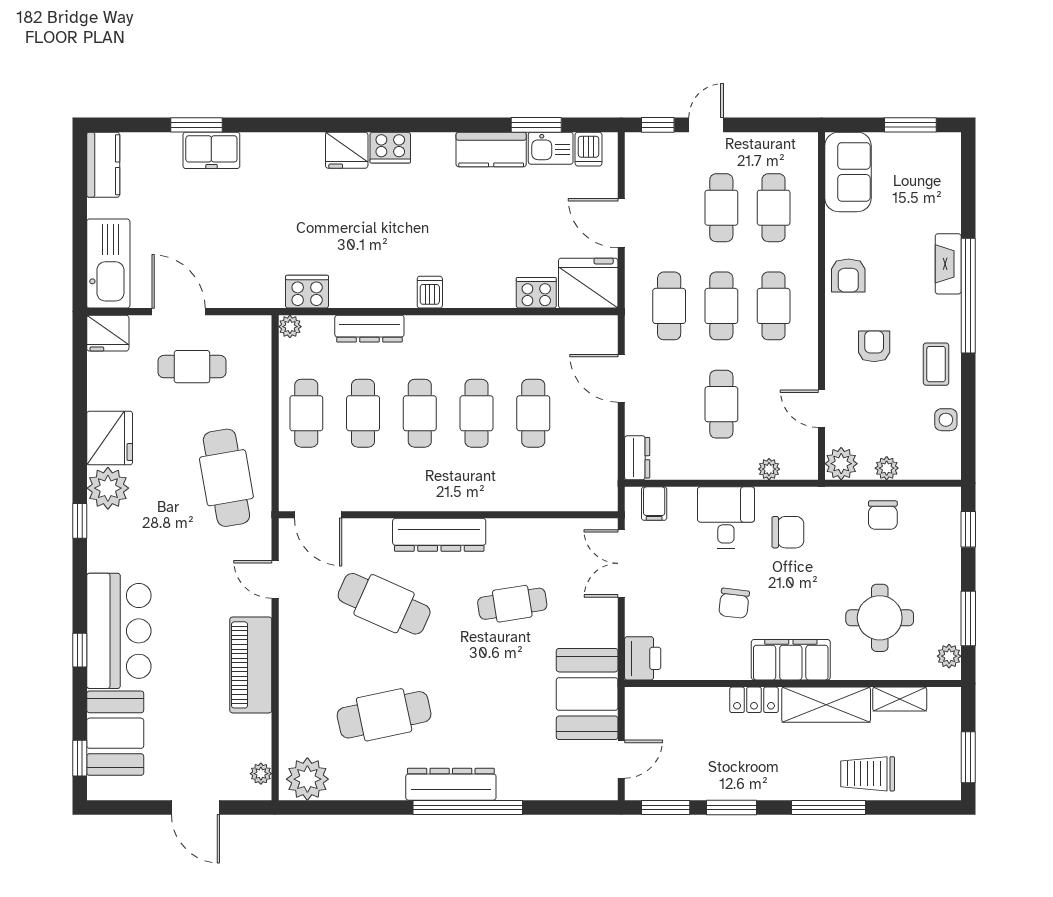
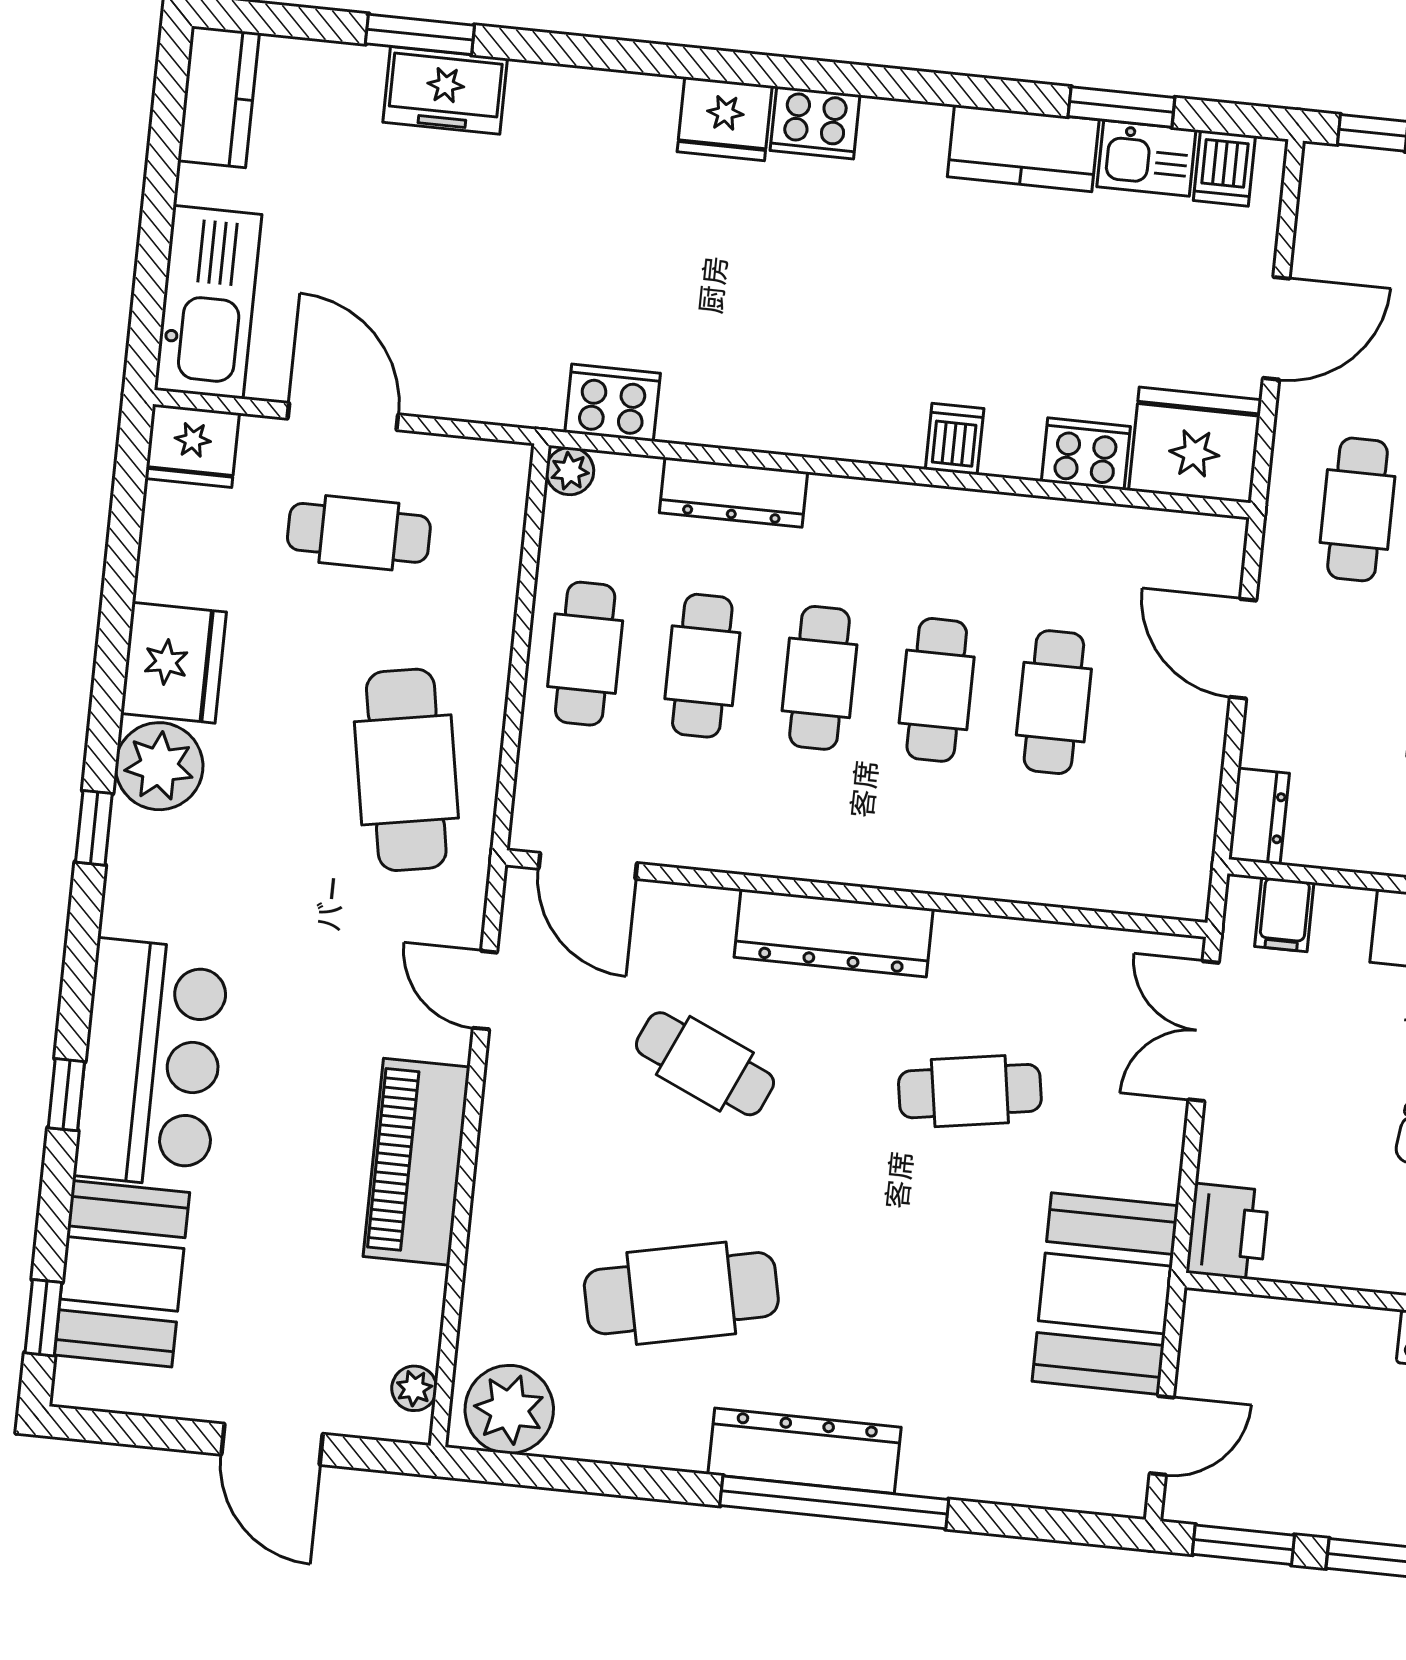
door: (621, 223) -> (1276, 328), swing flipped
dishwasher: (430, 292) -> (955, 439), moved
cafe table: (384, 604) -> (705, 1064), width x0.73, depth x0.74

